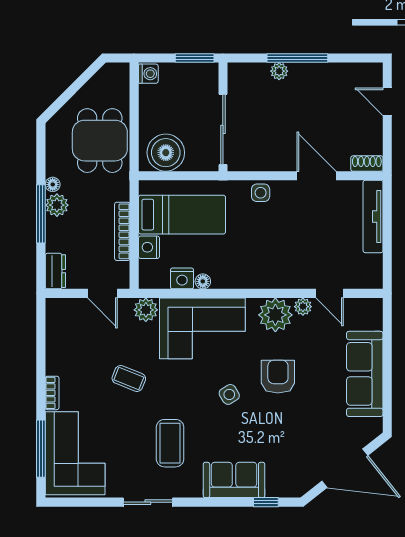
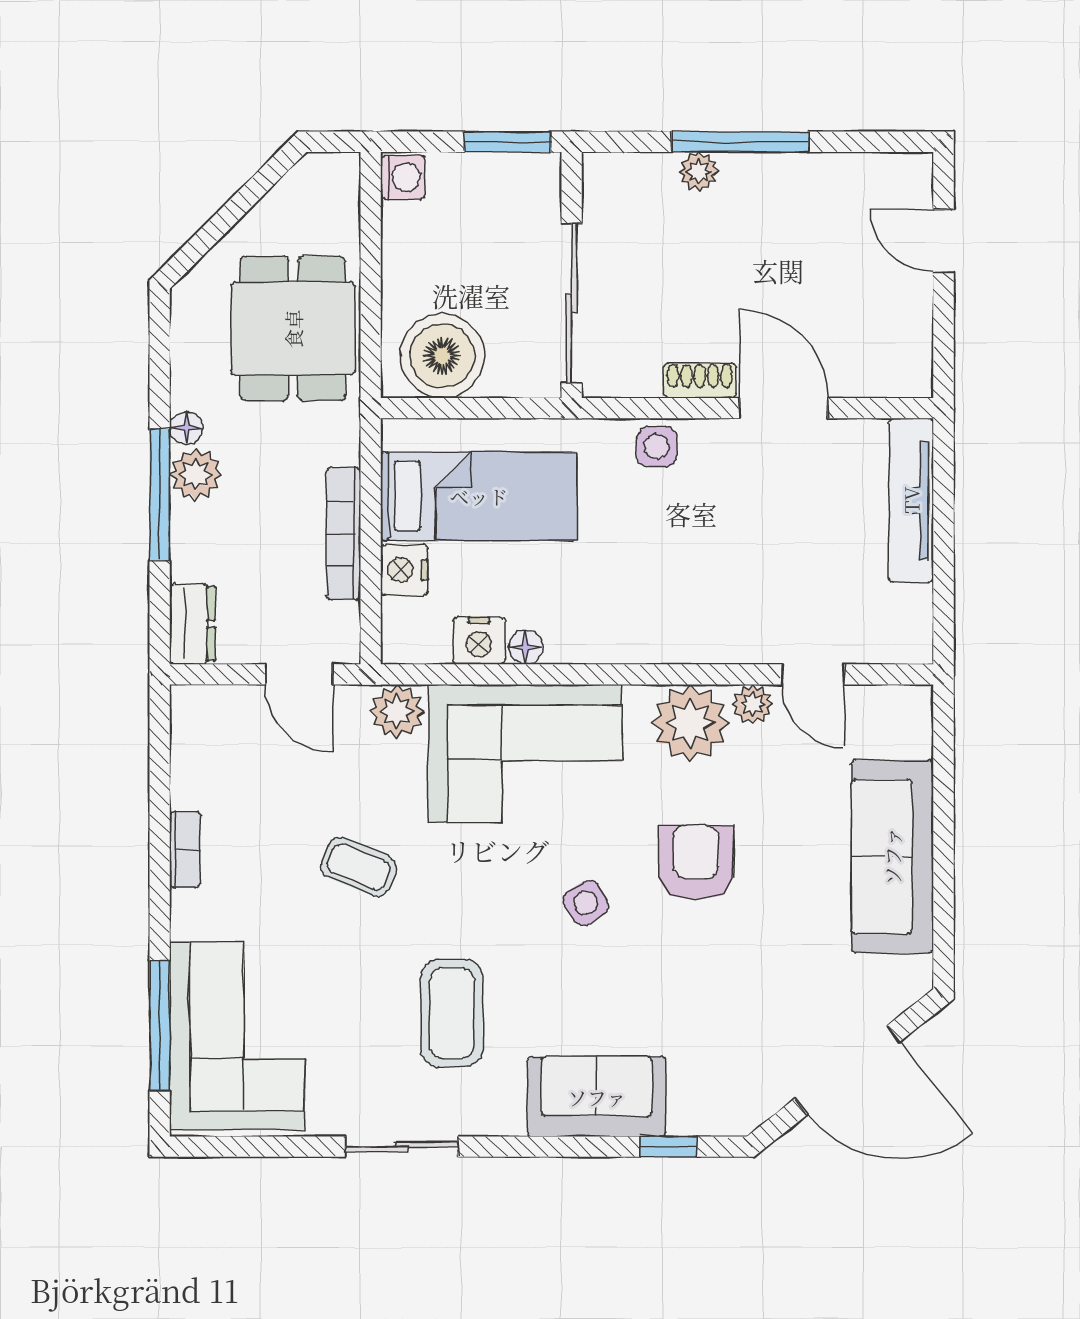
shoe rack: (367, 163) -> (700, 380), moved
bookcase: (52, 393) -> (185, 850), moved

